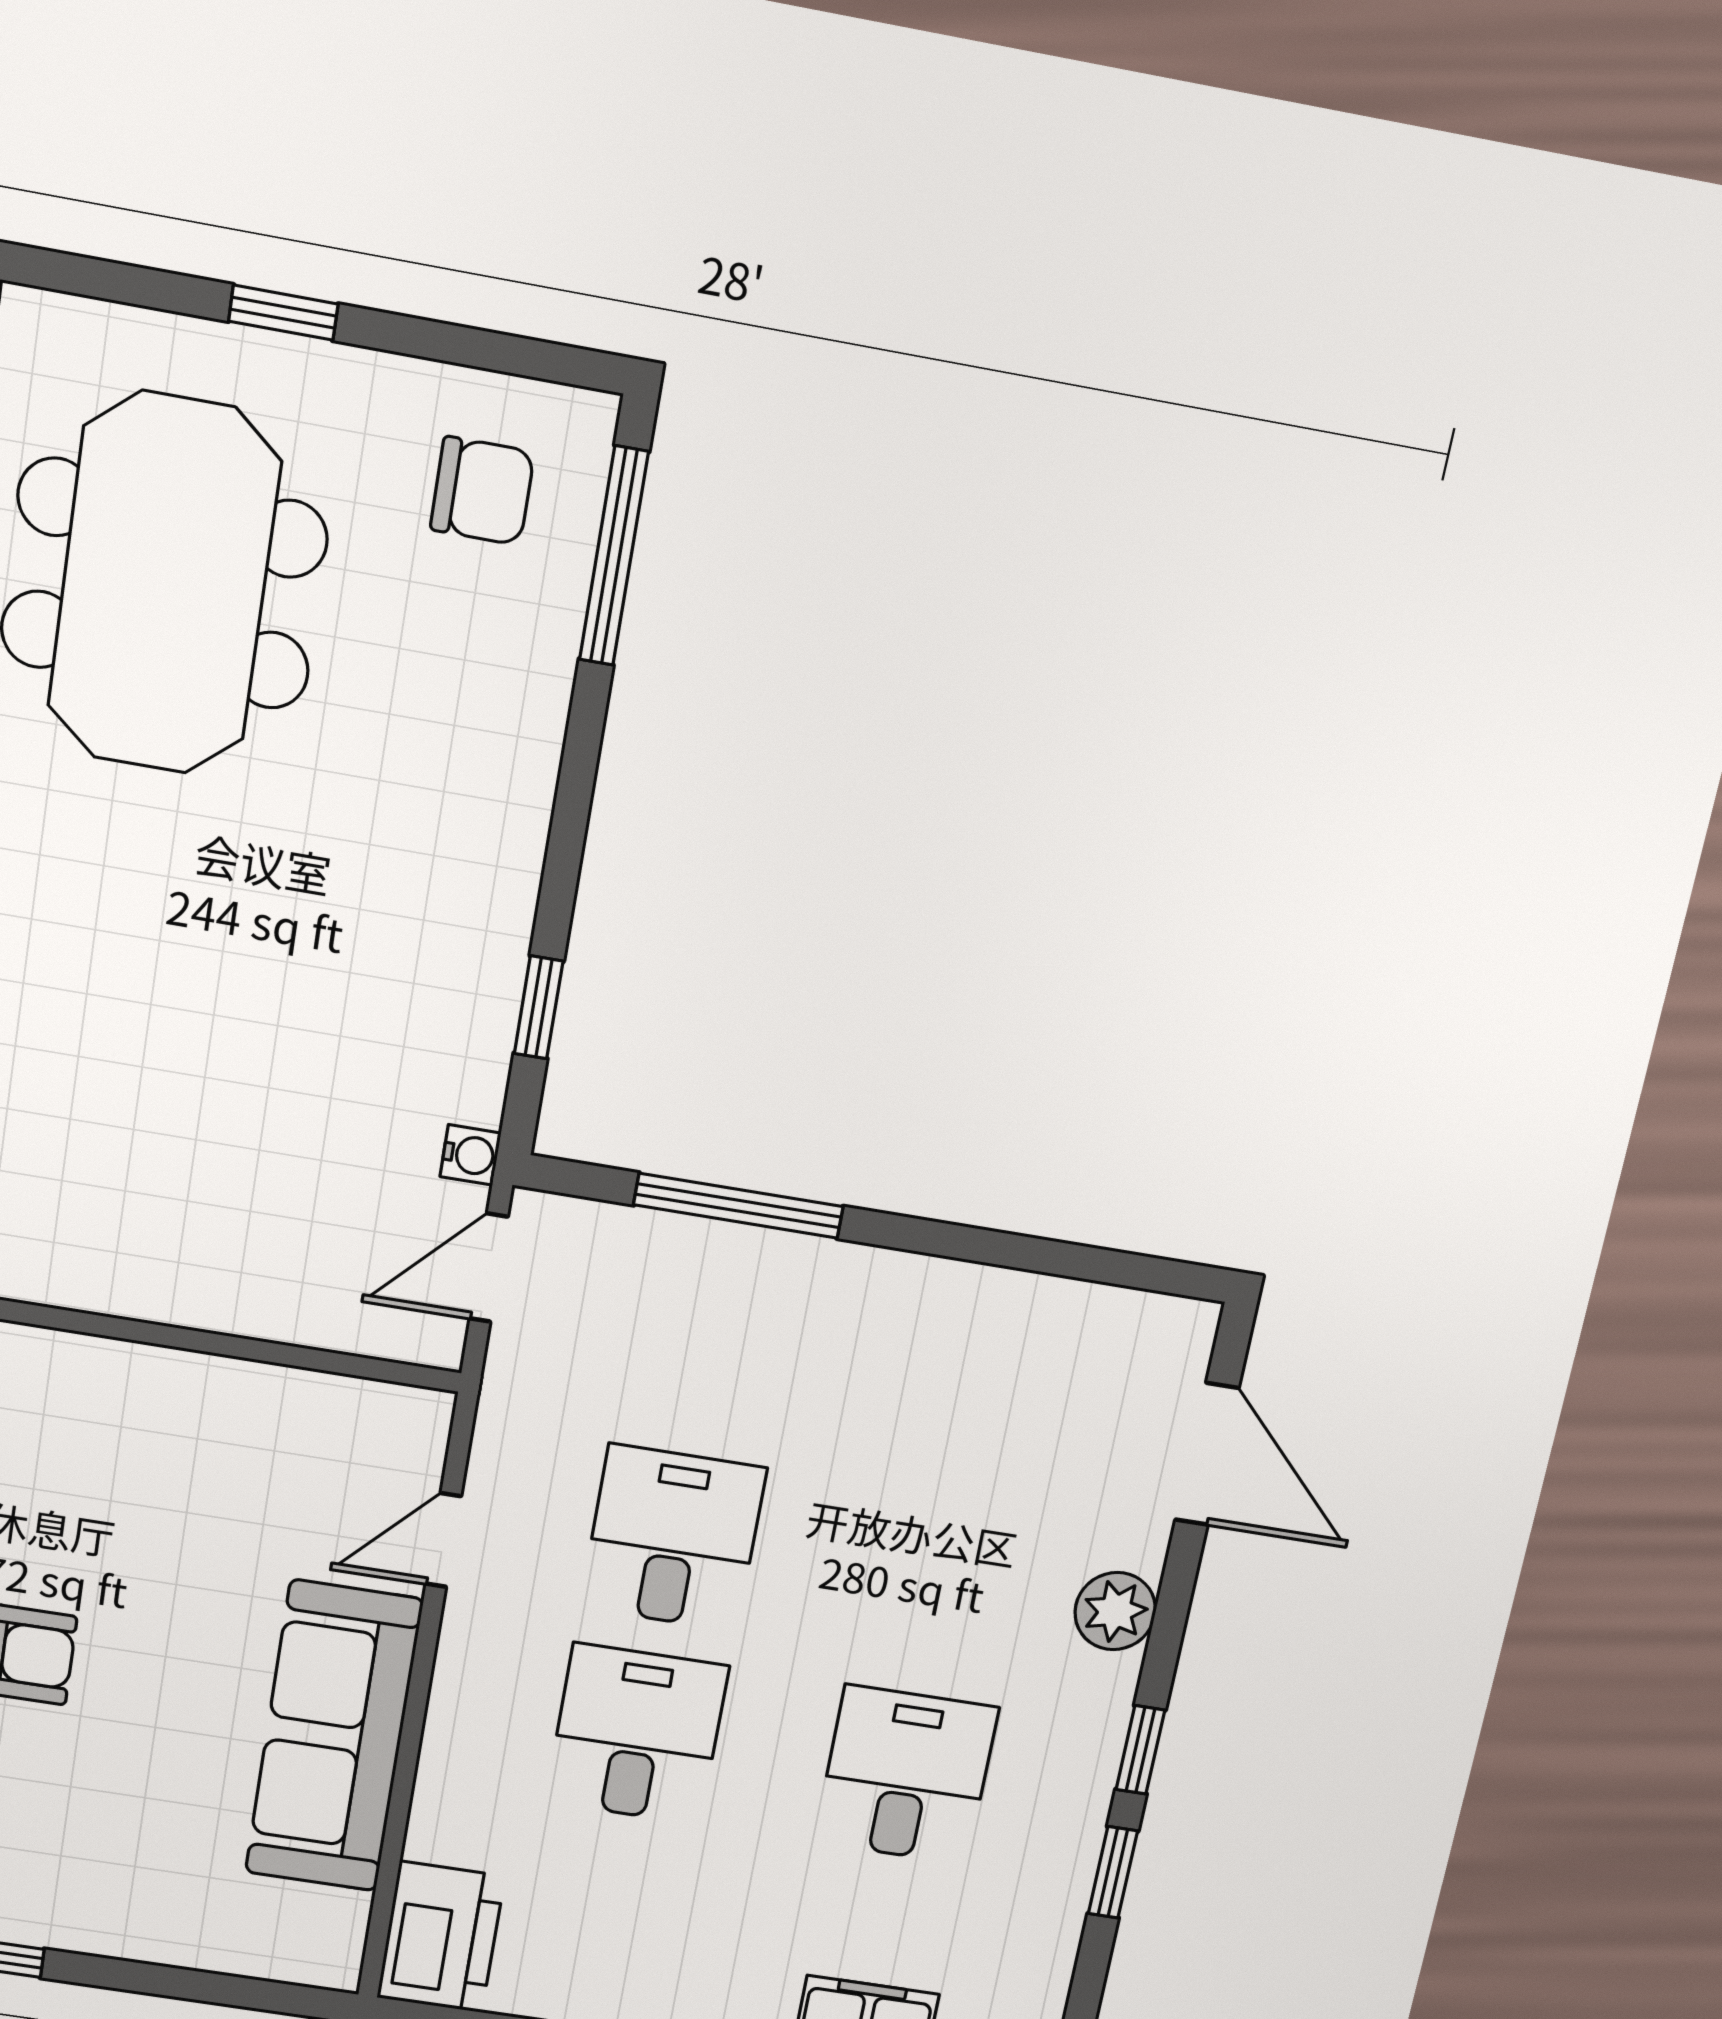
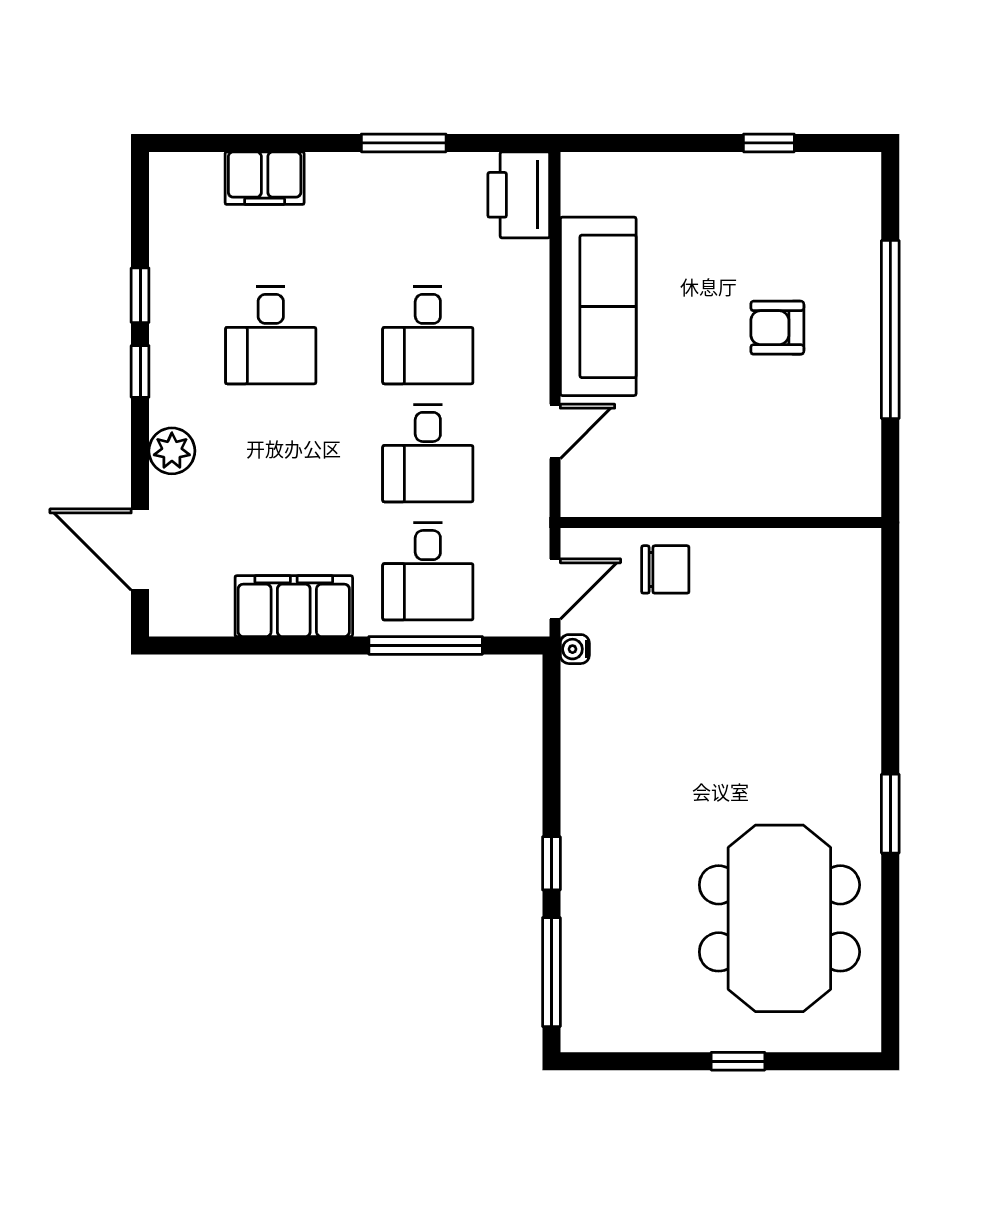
chair: (482, 491) -> (665, 569), moved, turned 180
window: (539, 1007) -> (551, 863), moved
filing cabinet: (959, 1313) -> (294, 606), added
desk: (710, 1335) -> (428, 571), added

